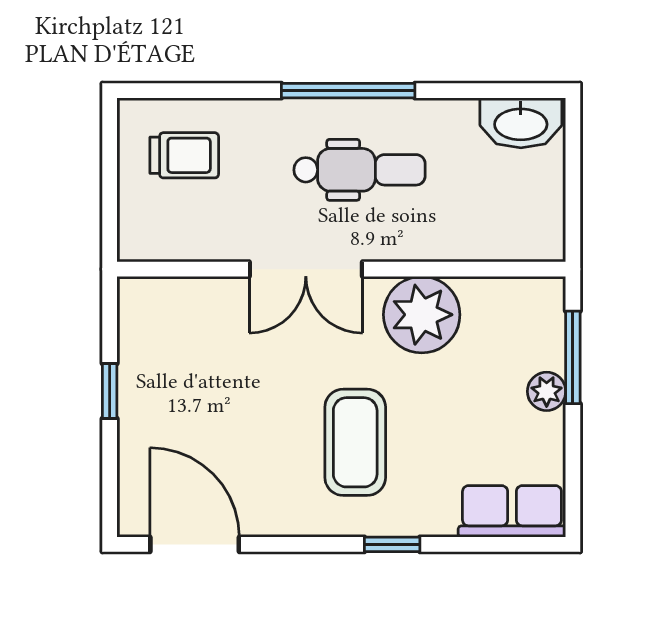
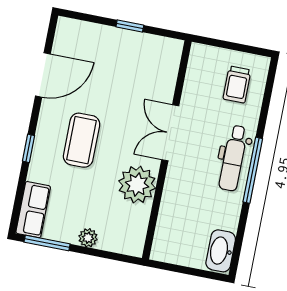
dental chair: (360, 170) -> (233, 158), moved
window: (573, 357) -> (47, 243), moved
coffee table: (355, 442) -> (82, 140), turned 90
door: (195, 544) -> (43, 75), moved

